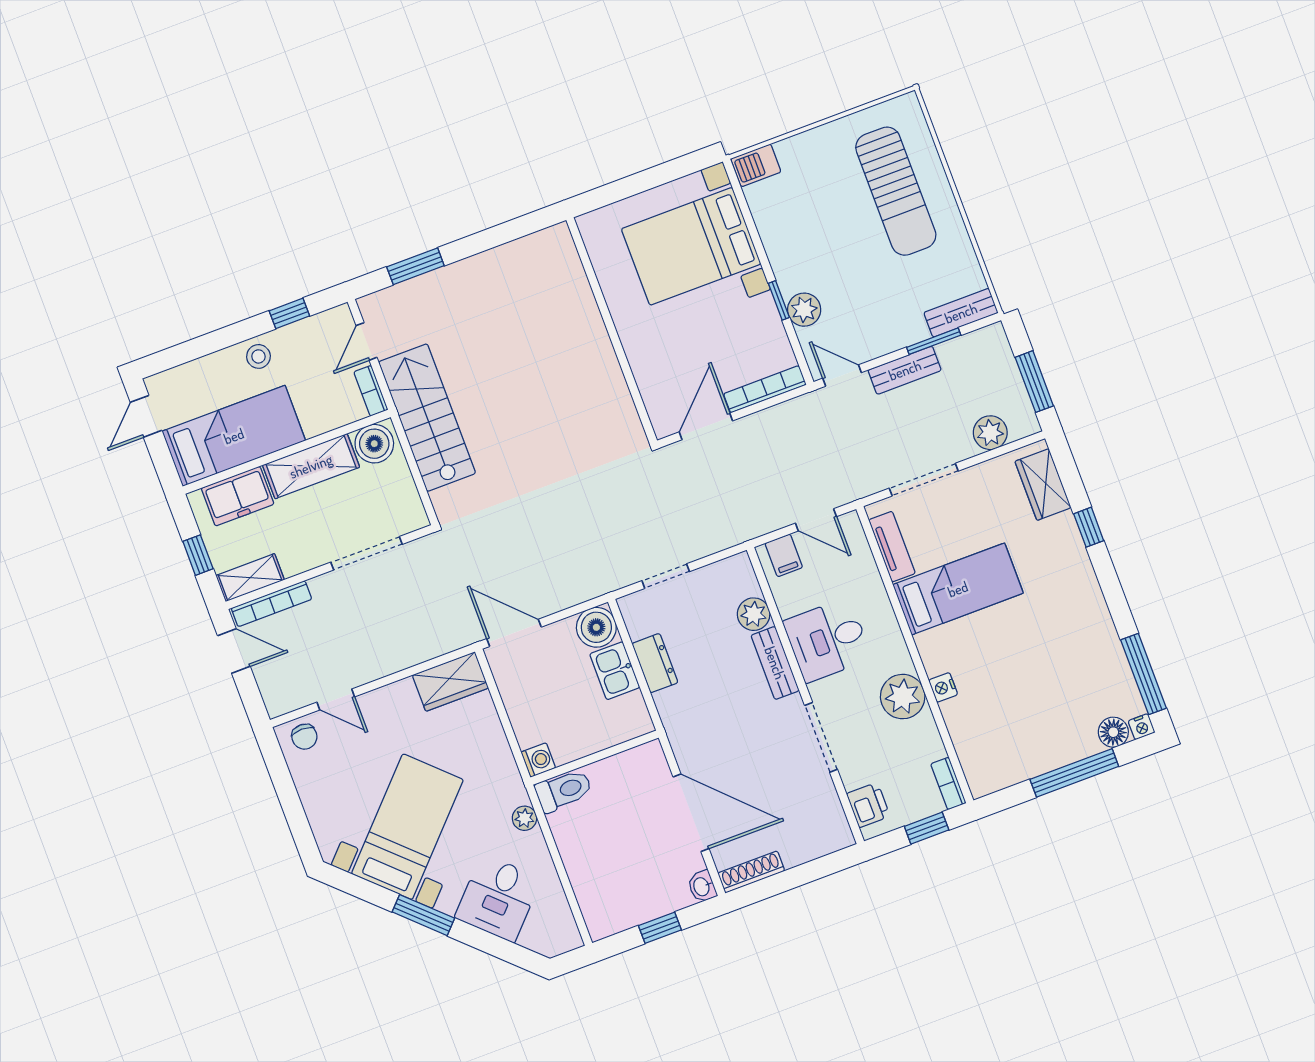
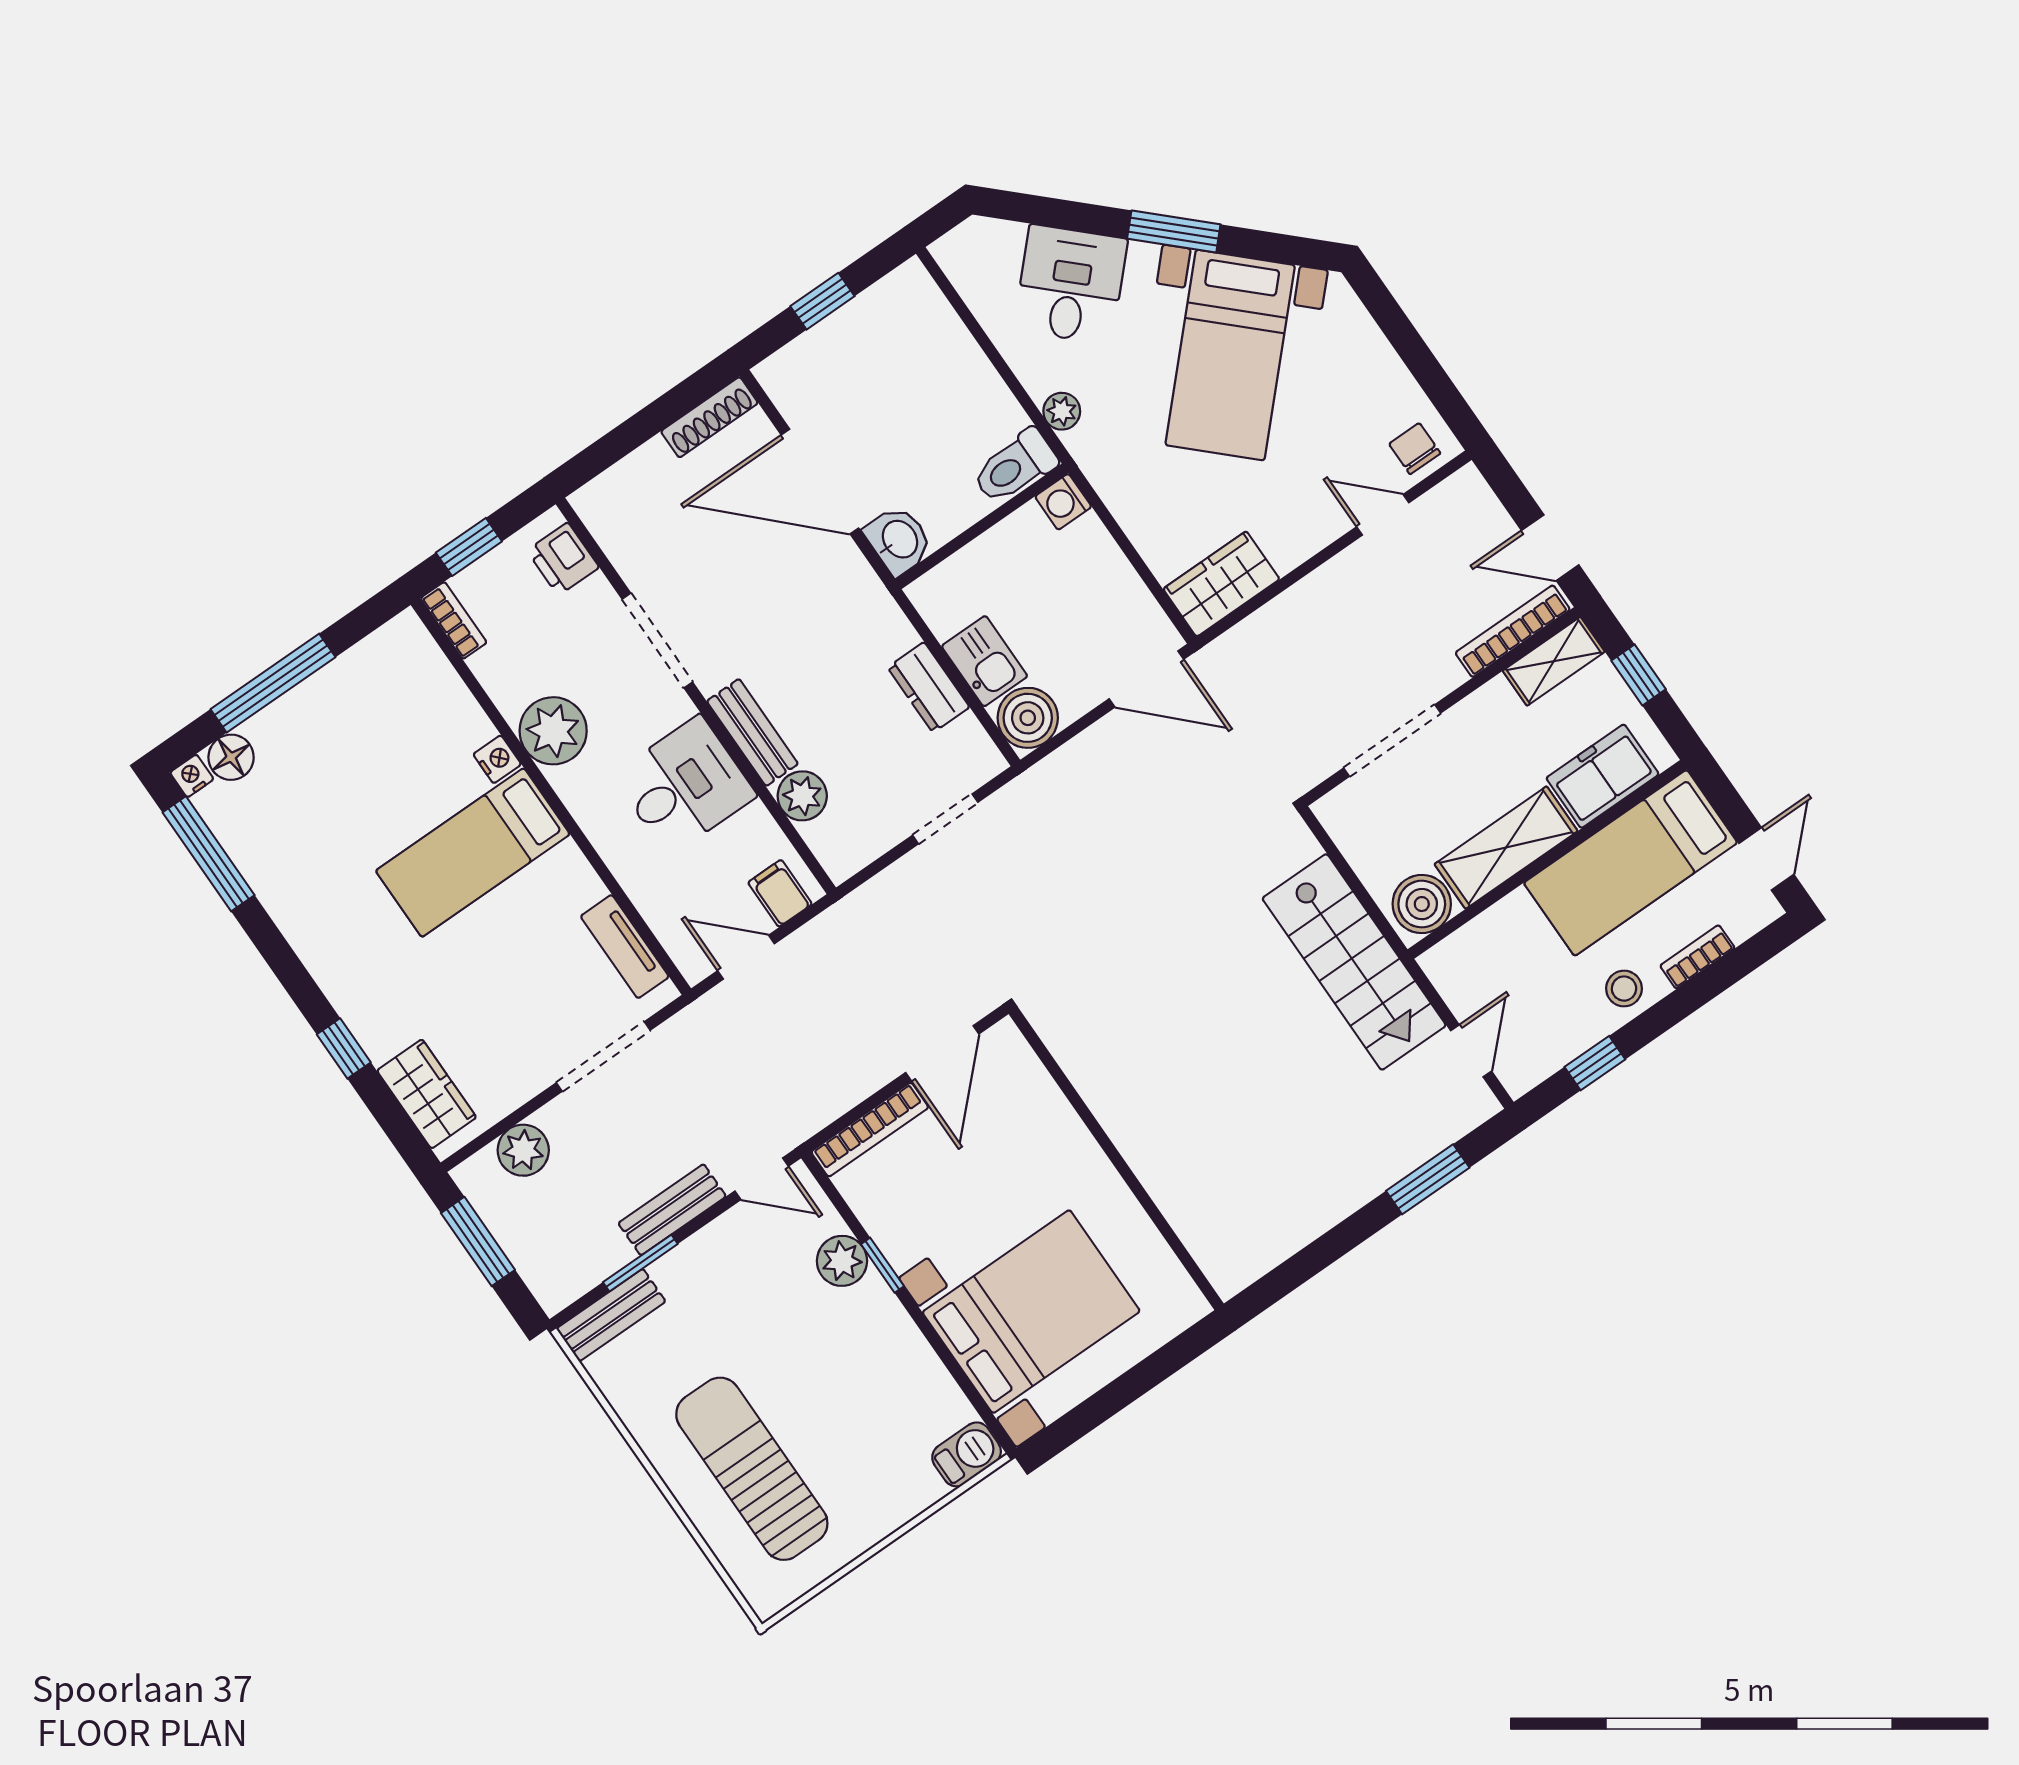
bookcase: (371, 391) -> (1697, 957), moved, turned -90
bed: (958, 589) -> (473, 853), moved
washbasin: (702, 886) -> (899, 540), moved, width x1.38, depth x1.45

